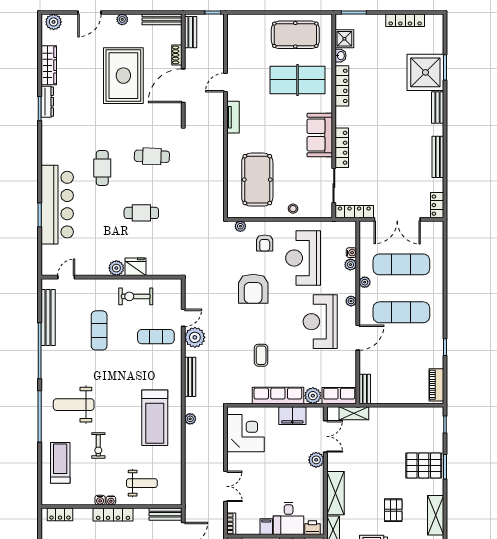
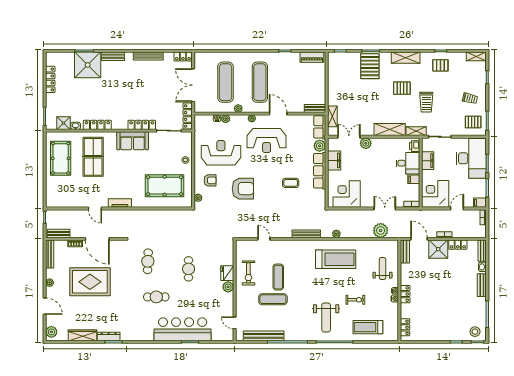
double door: (397, 219) -> (193, 85), swing flipped
reception desk: (303, 258) -> (221, 153), turned 180
exercise mat: (156, 337) -> (278, 277), moved
plant: (195, 337) -> (381, 230), moved
locker: (113, 515) -> (405, 294), width x0.66

